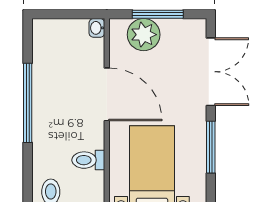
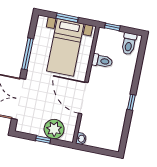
window: (158, 14) -> (43, 140), width x0.46
window: (28, 103) -> (131, 102), width x0.32

